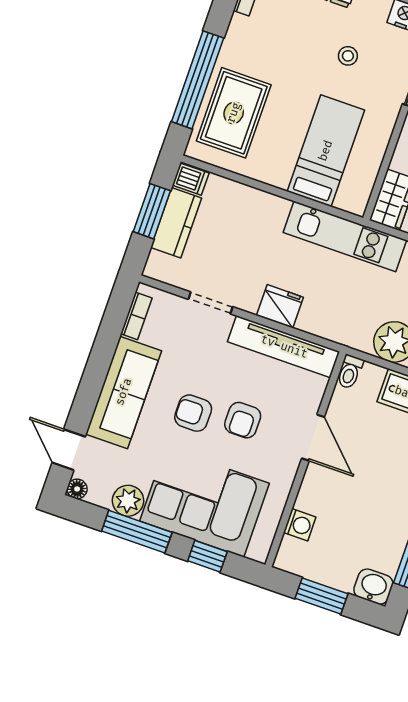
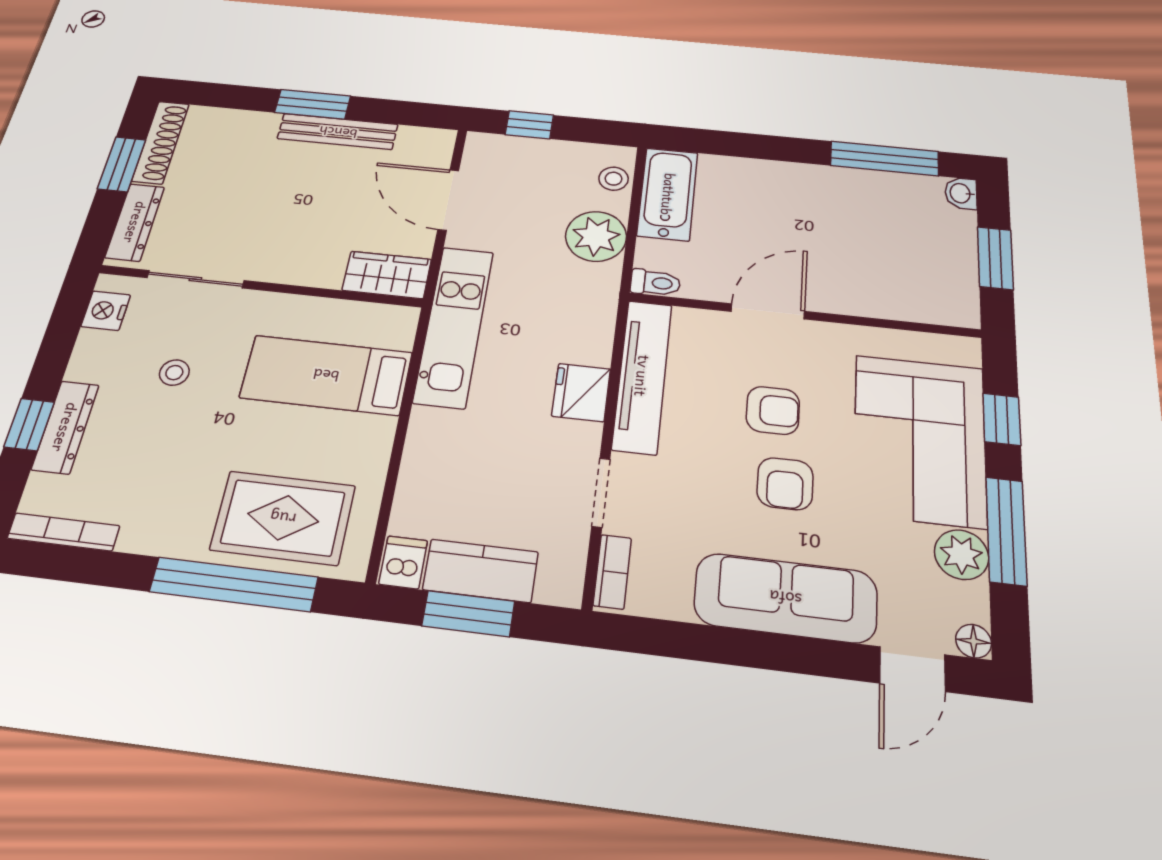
bookcase: (136, 316) -> (612, 572), moved, turned 90
washing machine: (300, 525) -> (903, 305), removed
washbasin: (373, 587) -> (961, 193), width x0.72, depth x0.69

